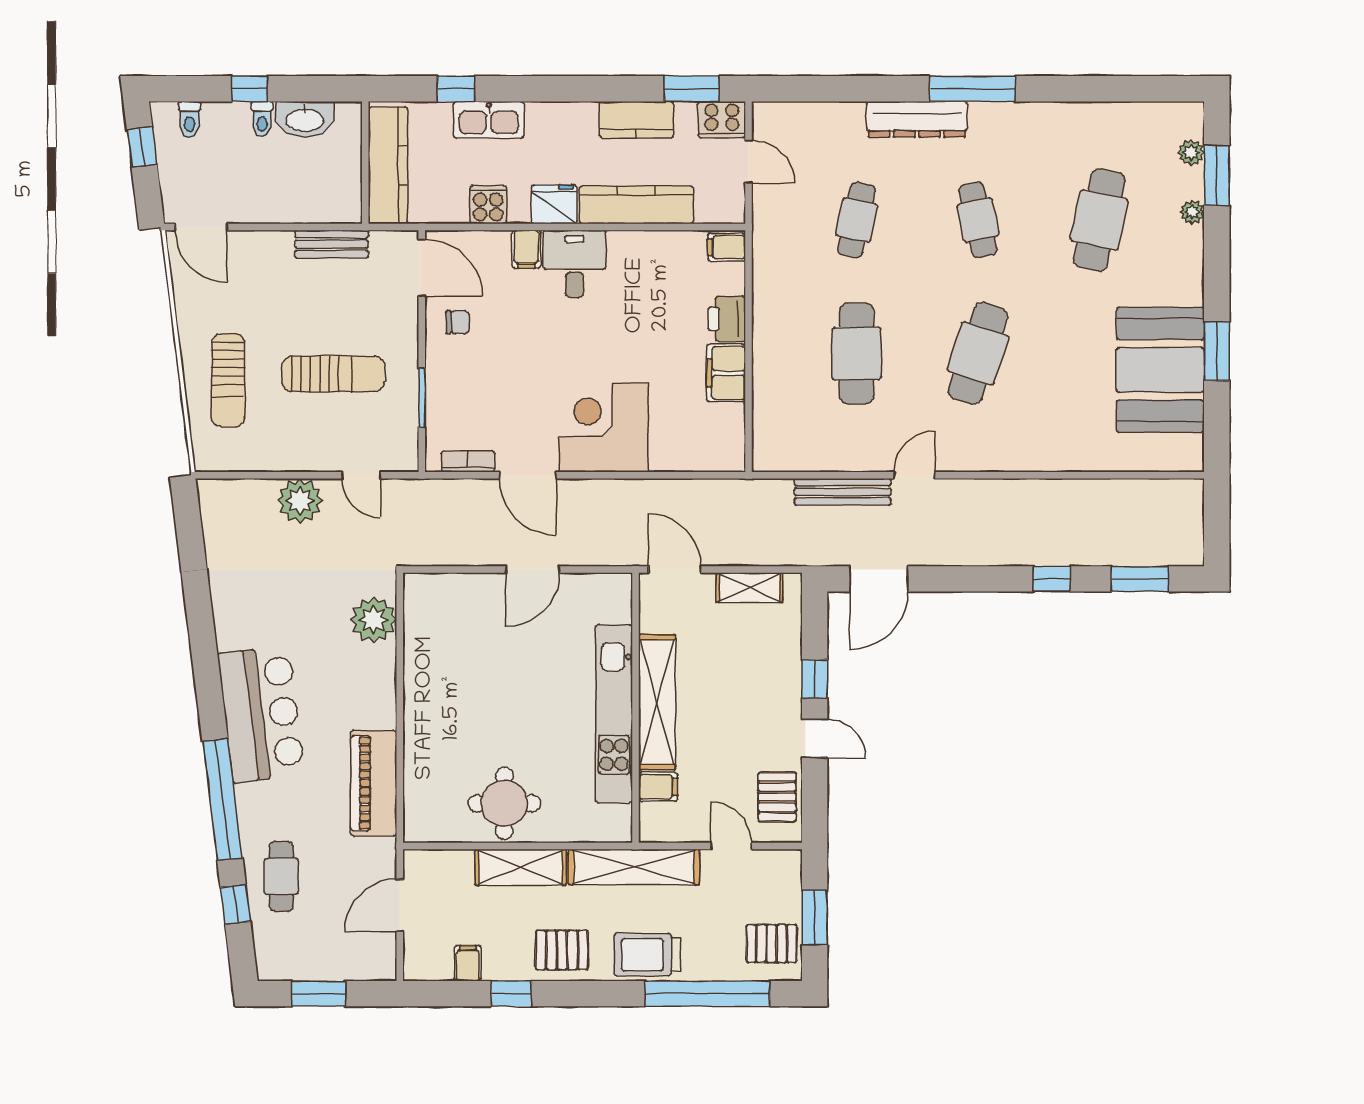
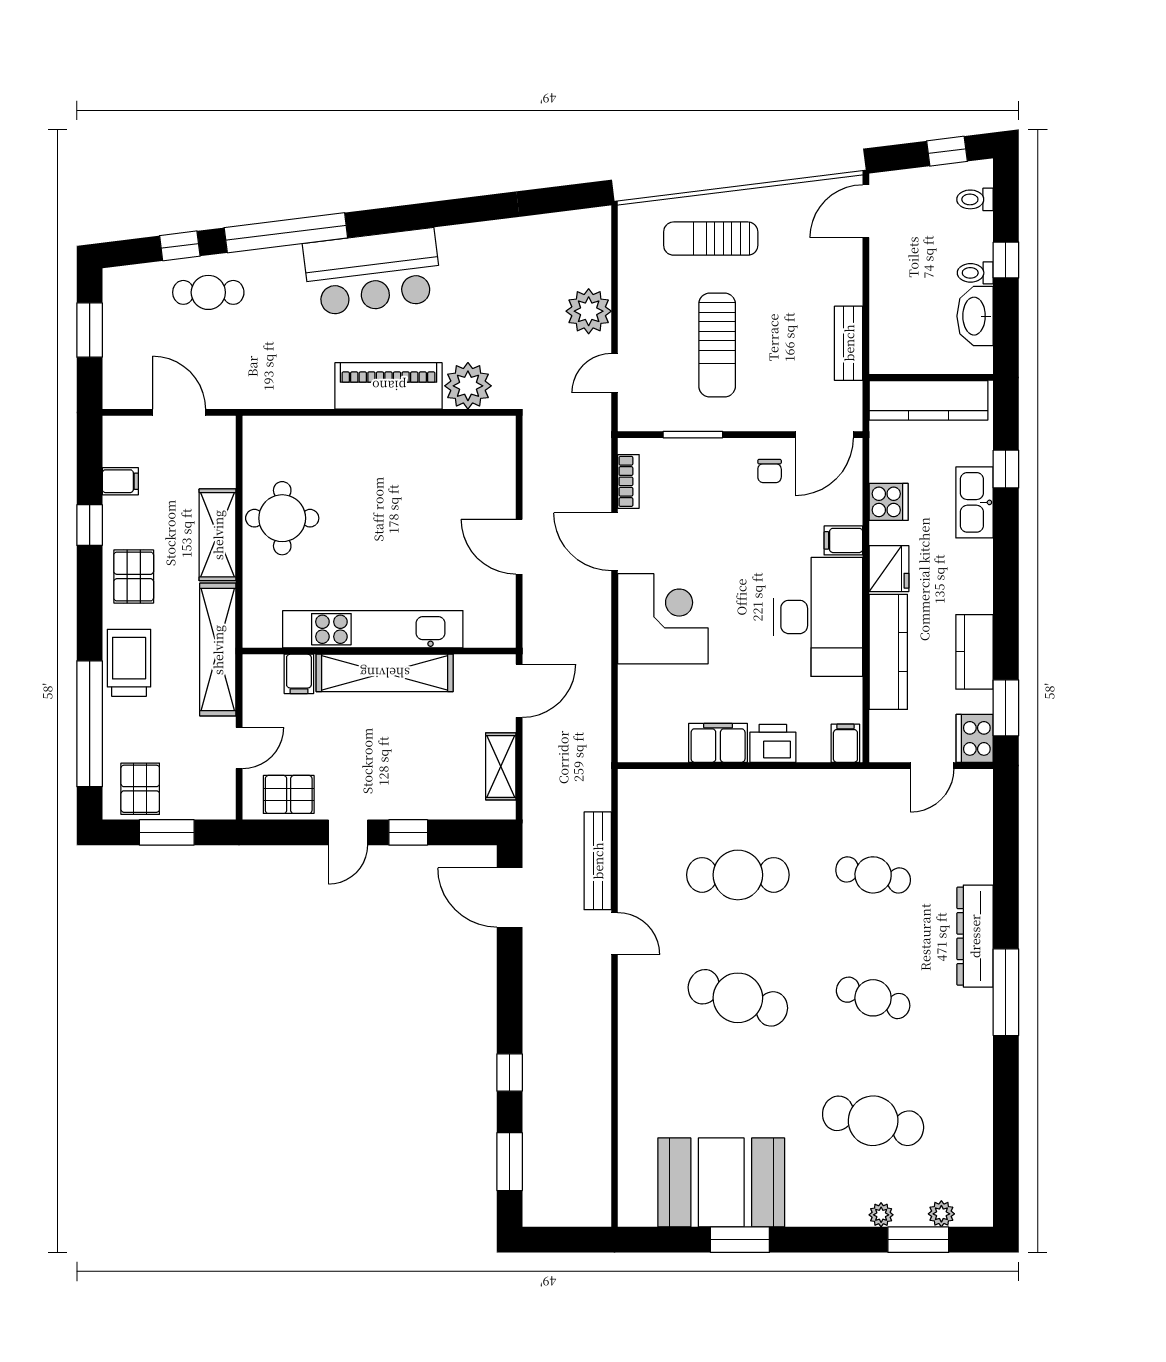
cafe table: (978, 220) -> (873, 998), turned 30
desk: (574, 264) -> (818, 617), width x1.87, depth x1.30
door: (528, 475) -> (615, 542), hinge flipped
piano: (374, 783) -> (389, 386), moved

